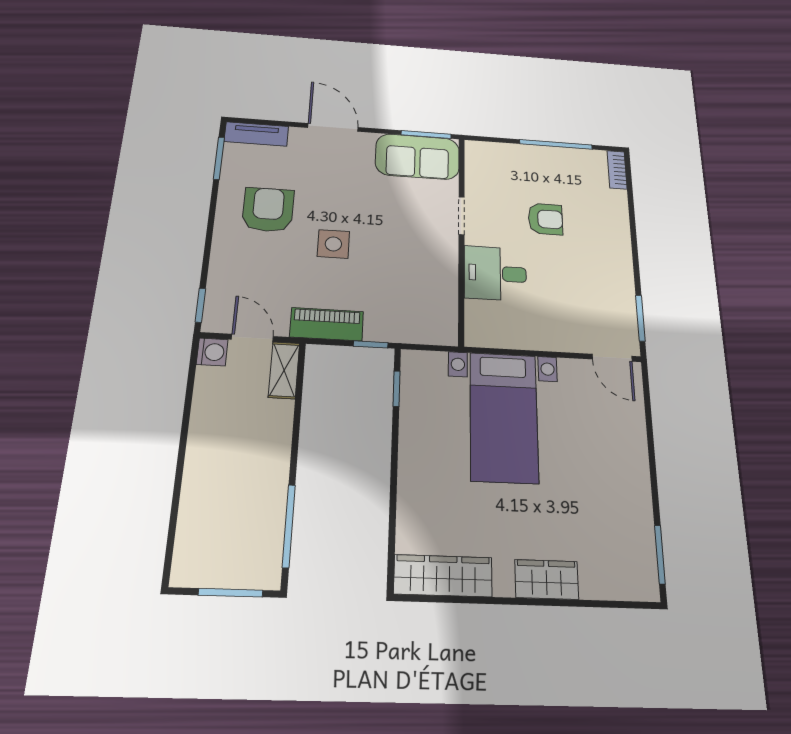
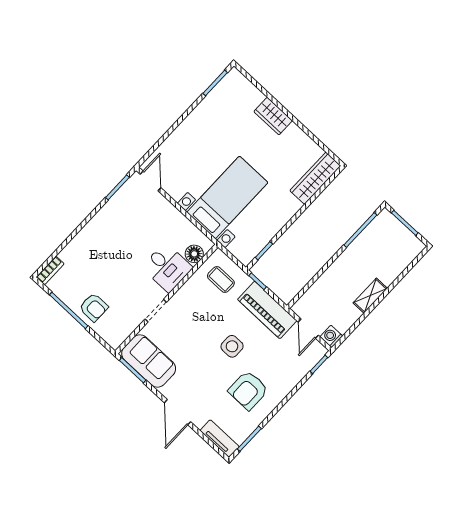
armchair: (545, 219) -> (94, 307), moved, turned 180
coffee table: (418, 310) -> (221, 279), added
floor lamp: (479, 315) -> (194, 254), added
piano: (327, 324) -> (267, 310), width x1.37, depth x1.33
shelving: (284, 370) -> (370, 296), moved
wardrobe: (443, 576) -> (315, 178), moved, turned 90

